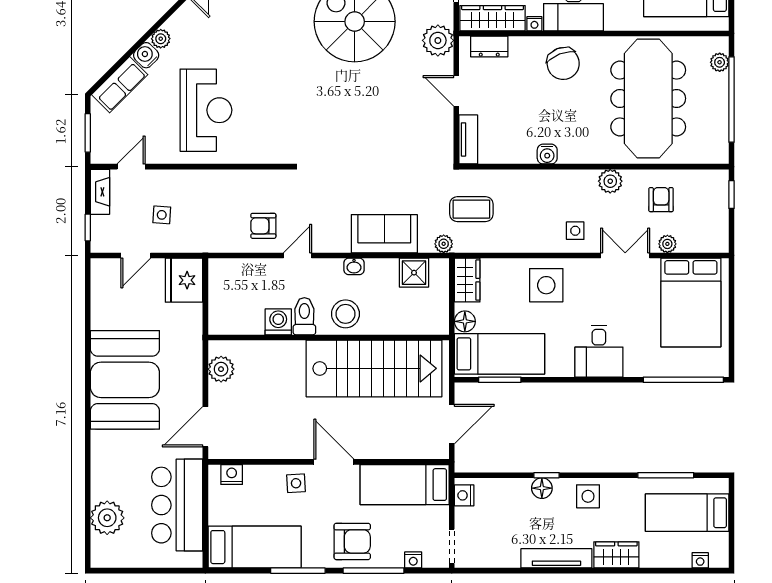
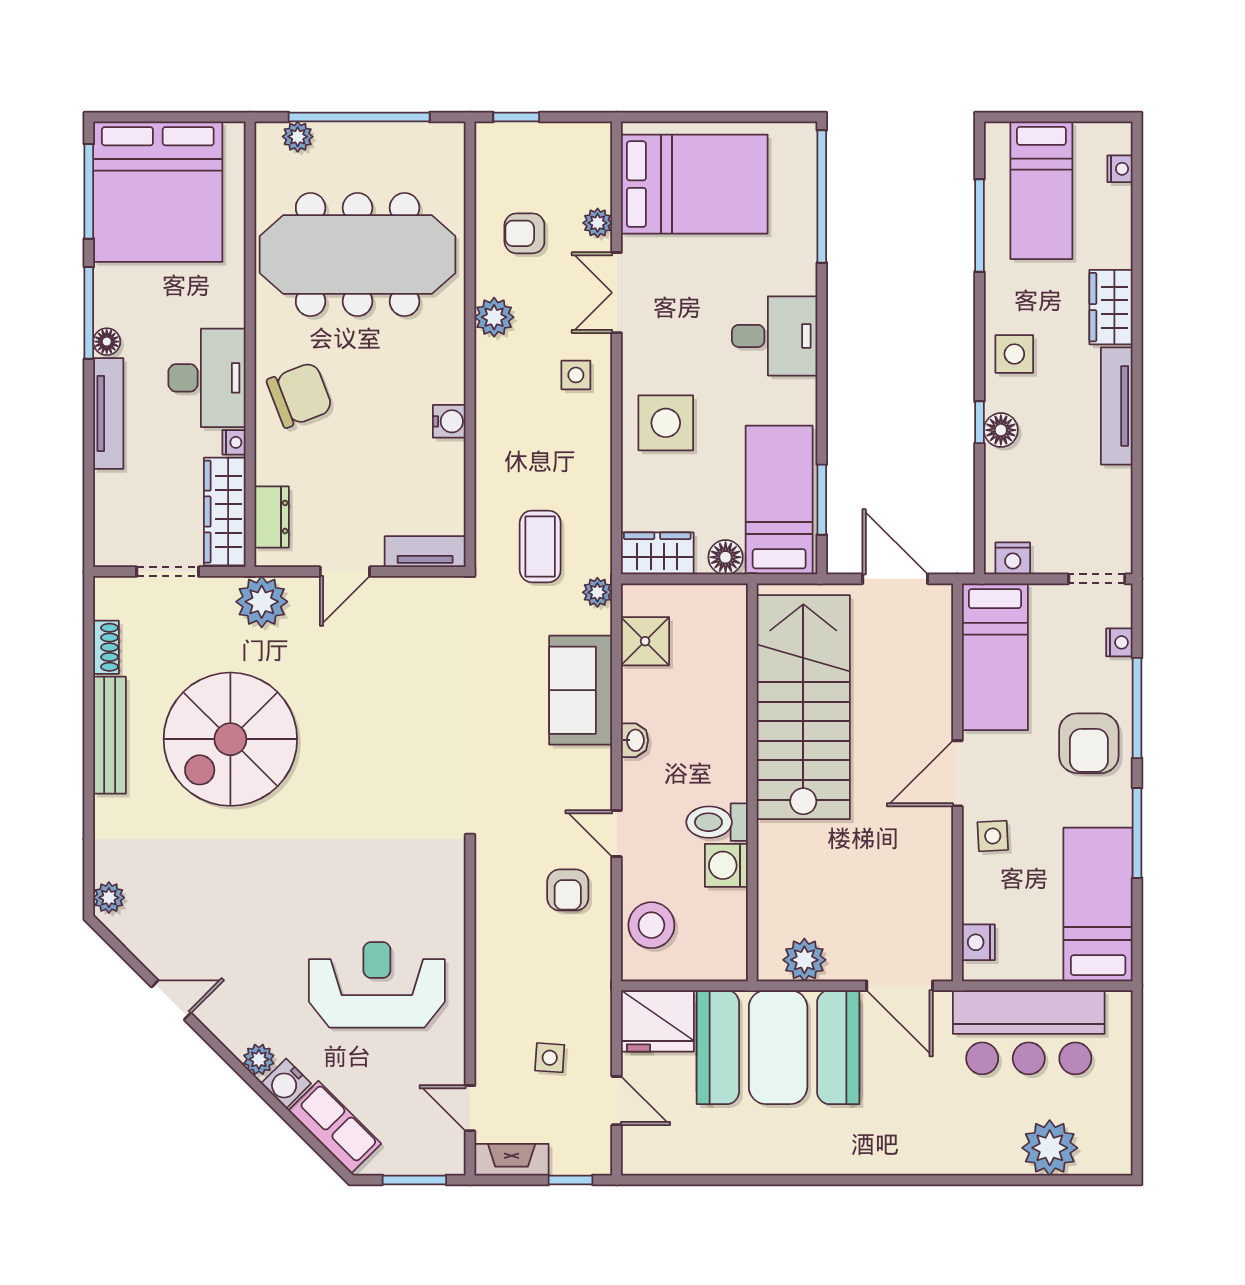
stool: (345, 314) -> (651, 925), moved
booth: (125, 380) -> (778, 1047), moved
armchair: (352, 541) -> (1089, 743), turned 180

